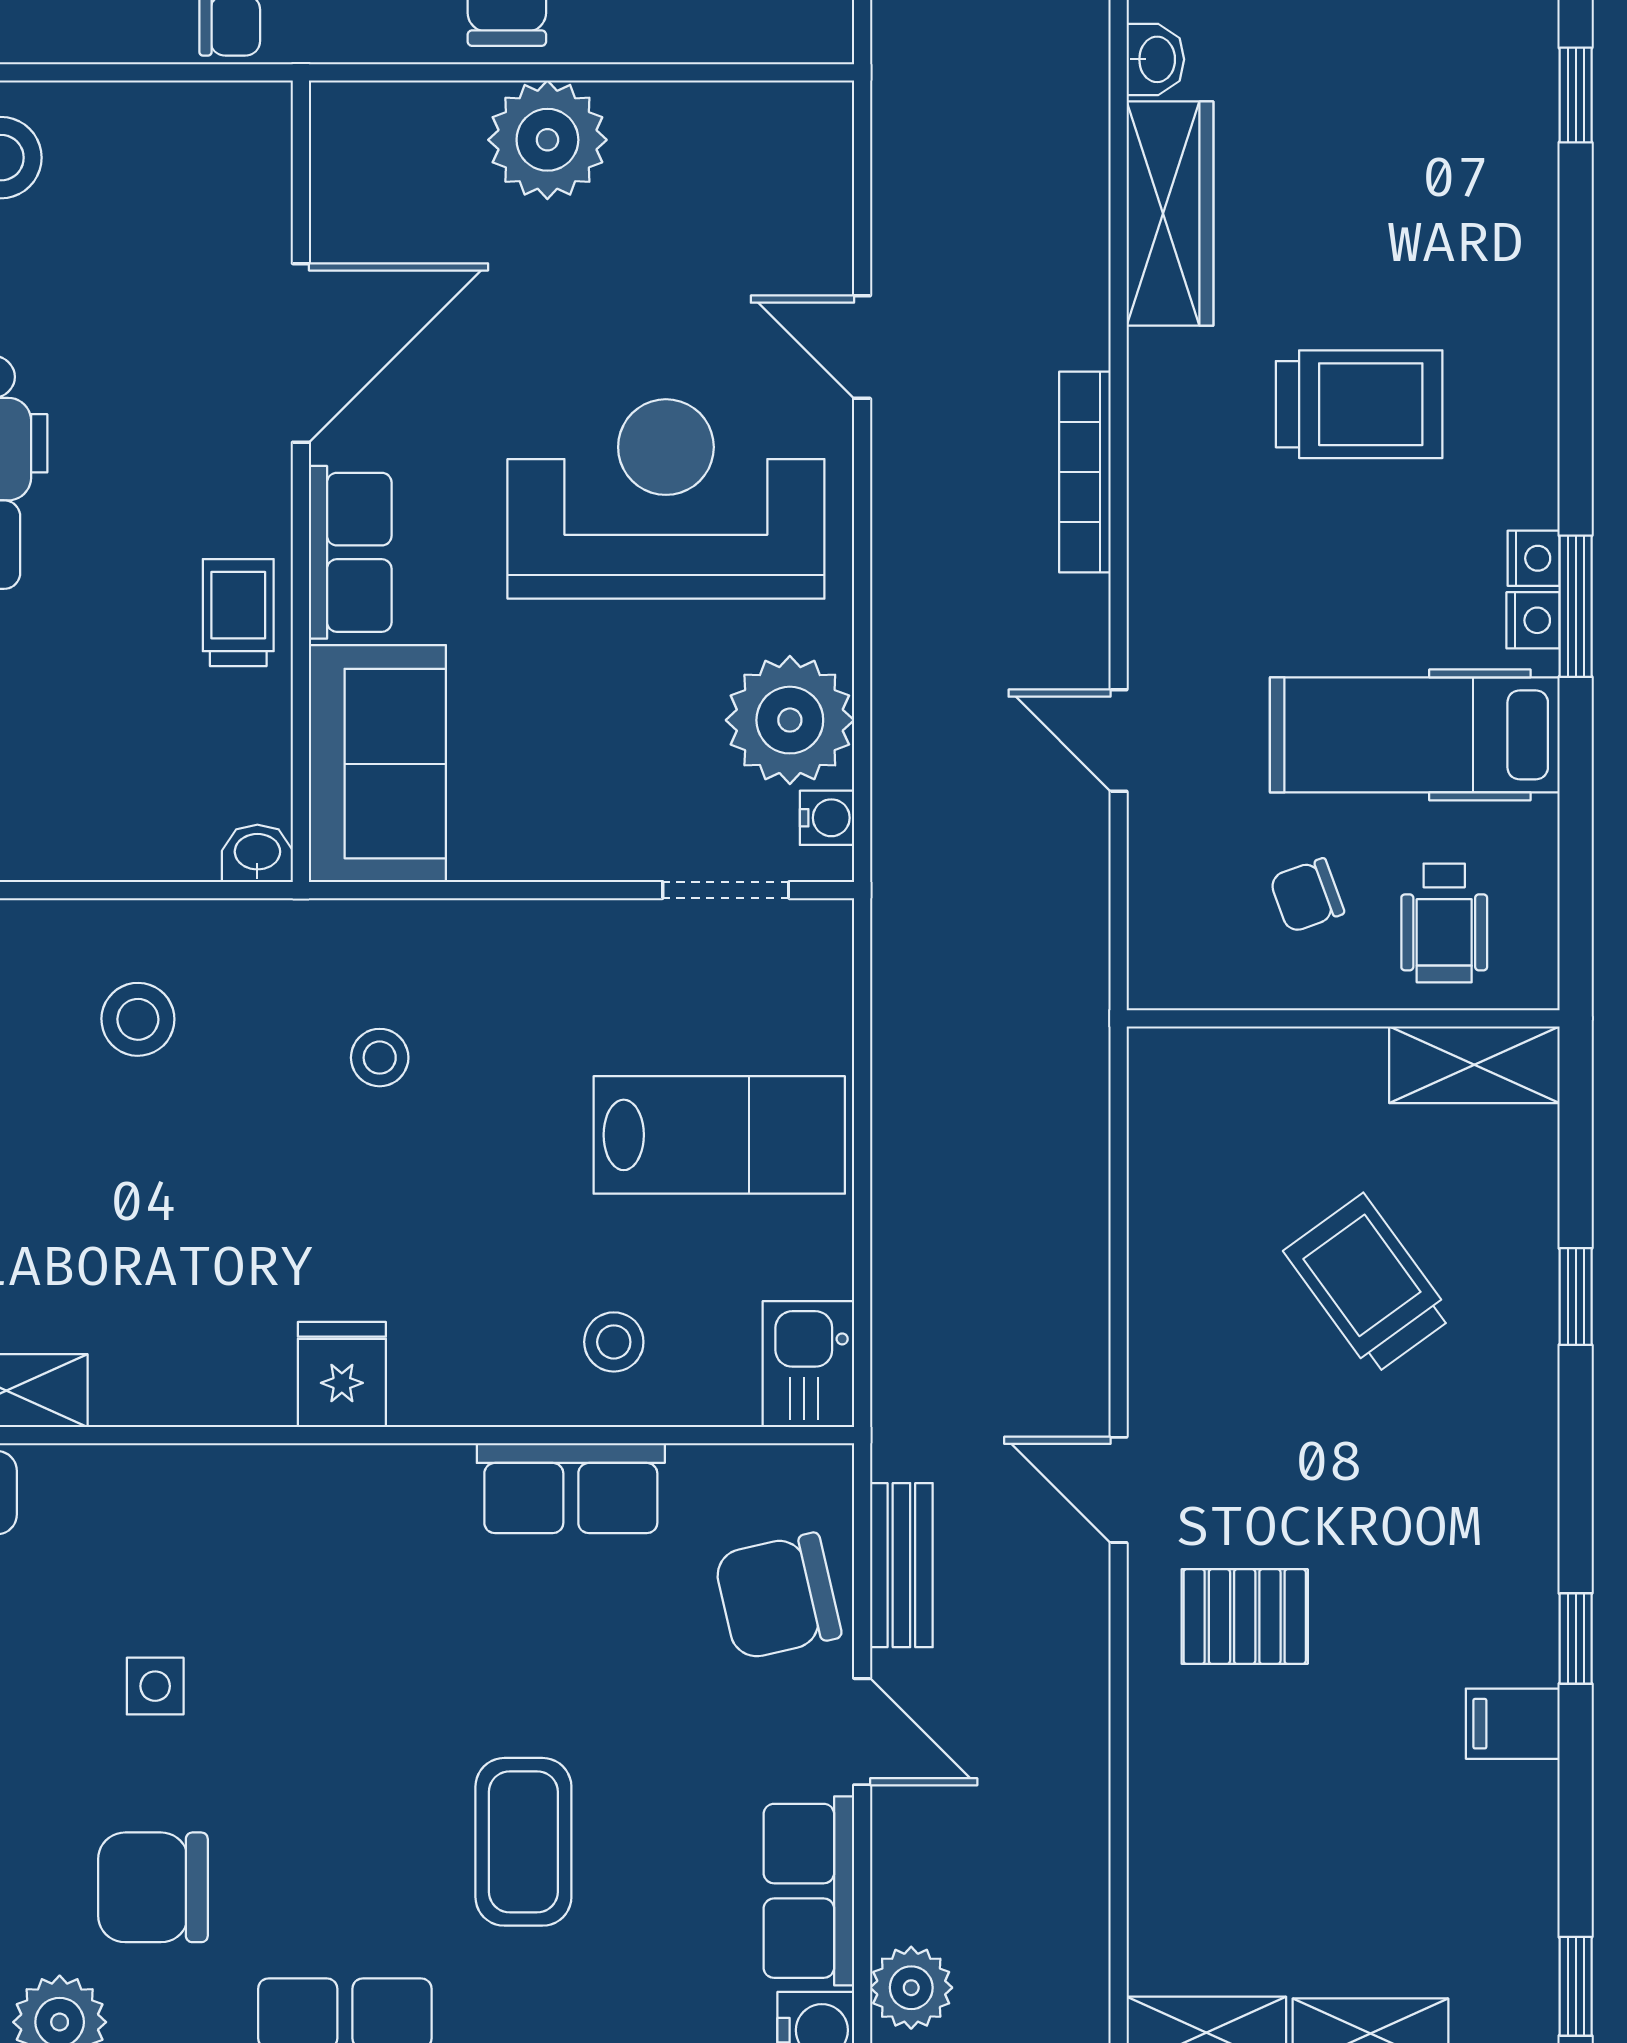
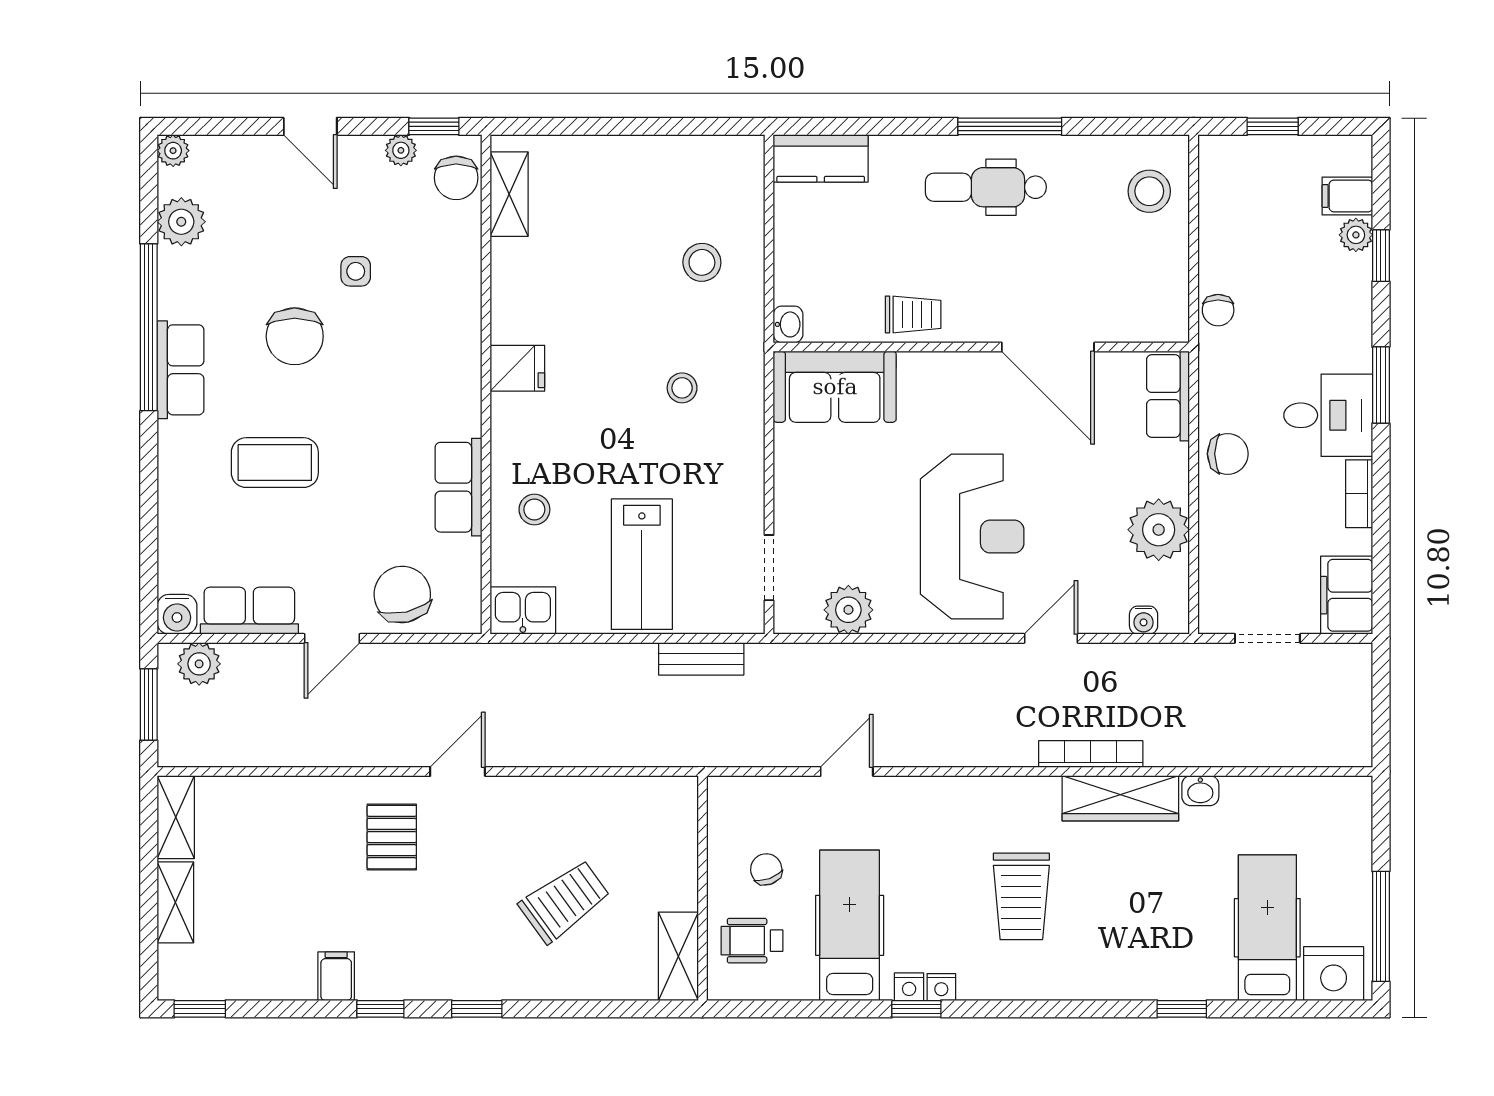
plant: (547, 140) -> (1159, 530), moved
bookcase: (1085, 472) -> (1091, 754), moved
row of seats: (350, 552) -> (1168, 396), moved, turned 90
window: (1576, 606) -> (916, 1009), width x0.67
plant: (790, 720) -> (848, 610), width x0.73, depth x0.73
water cooler: (827, 818) -> (1144, 620), moved
window: (1576, 1297) -> (477, 1009), moved
bench: (901, 1565) -> (701, 659), moved
chair: (153, 1887) -> (295, 336), moved, turned 180

